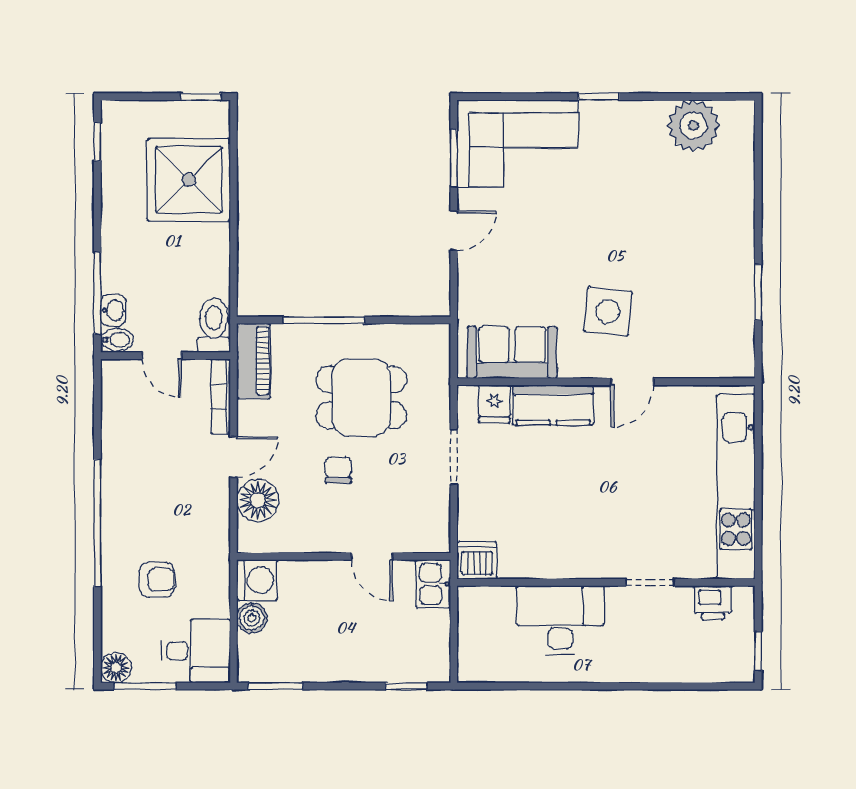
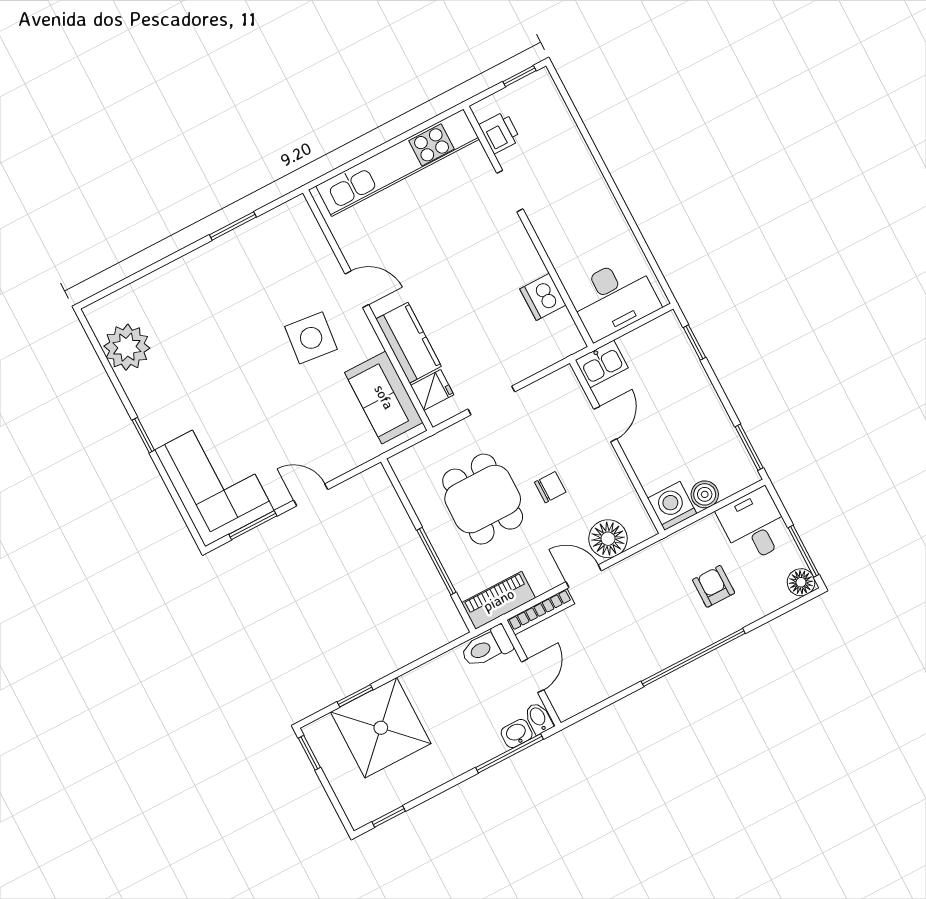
window: (234, 171) -> (355, 696), added
chair: (338, 470) -> (550, 487), turned 180
dishwasher: (477, 560) -> (543, 297), moved
desk: (560, 620) -> (614, 298), moved, turned -90

